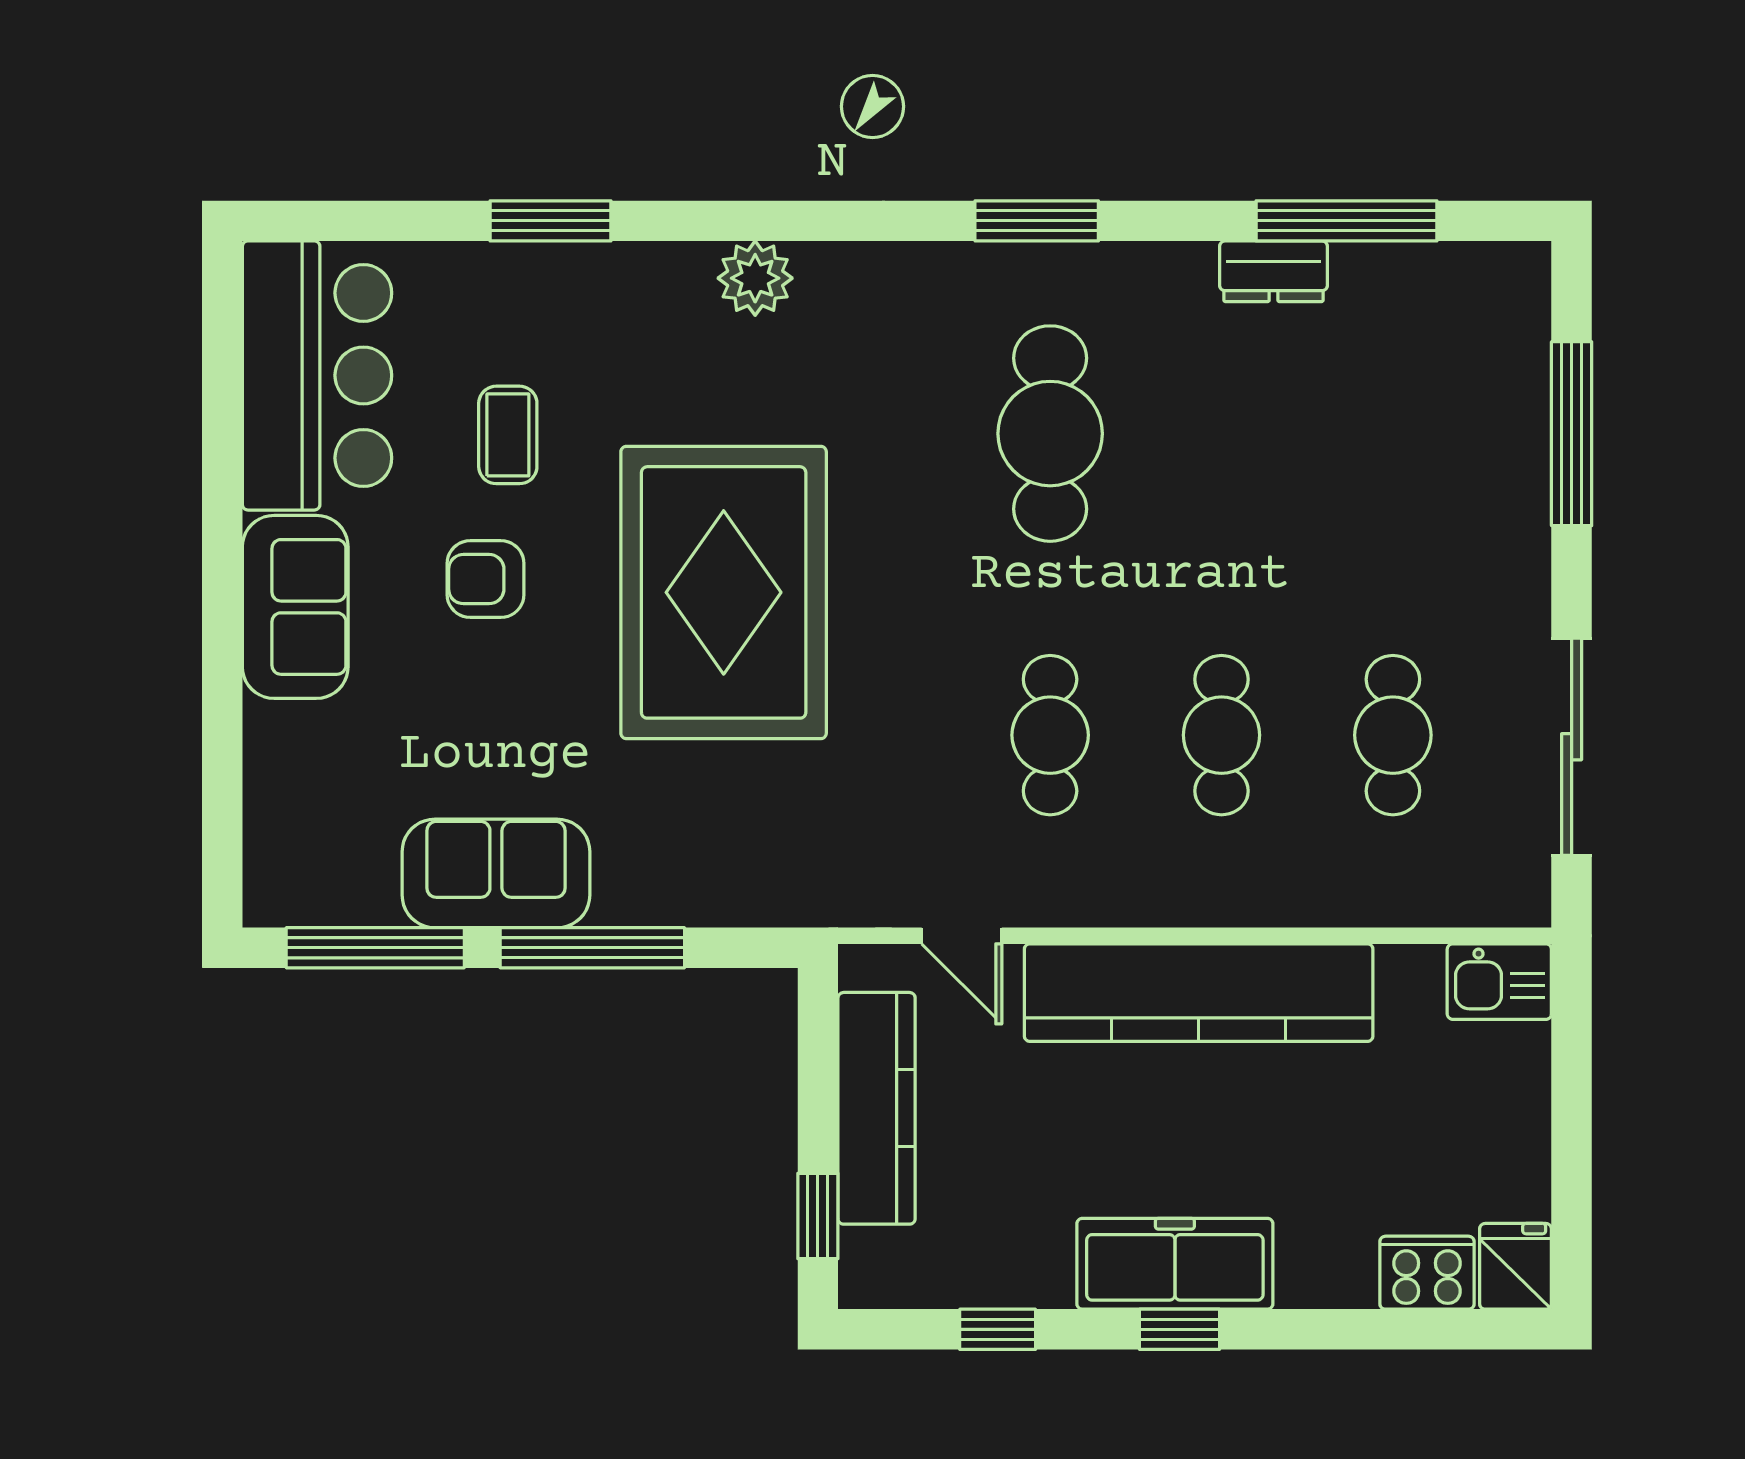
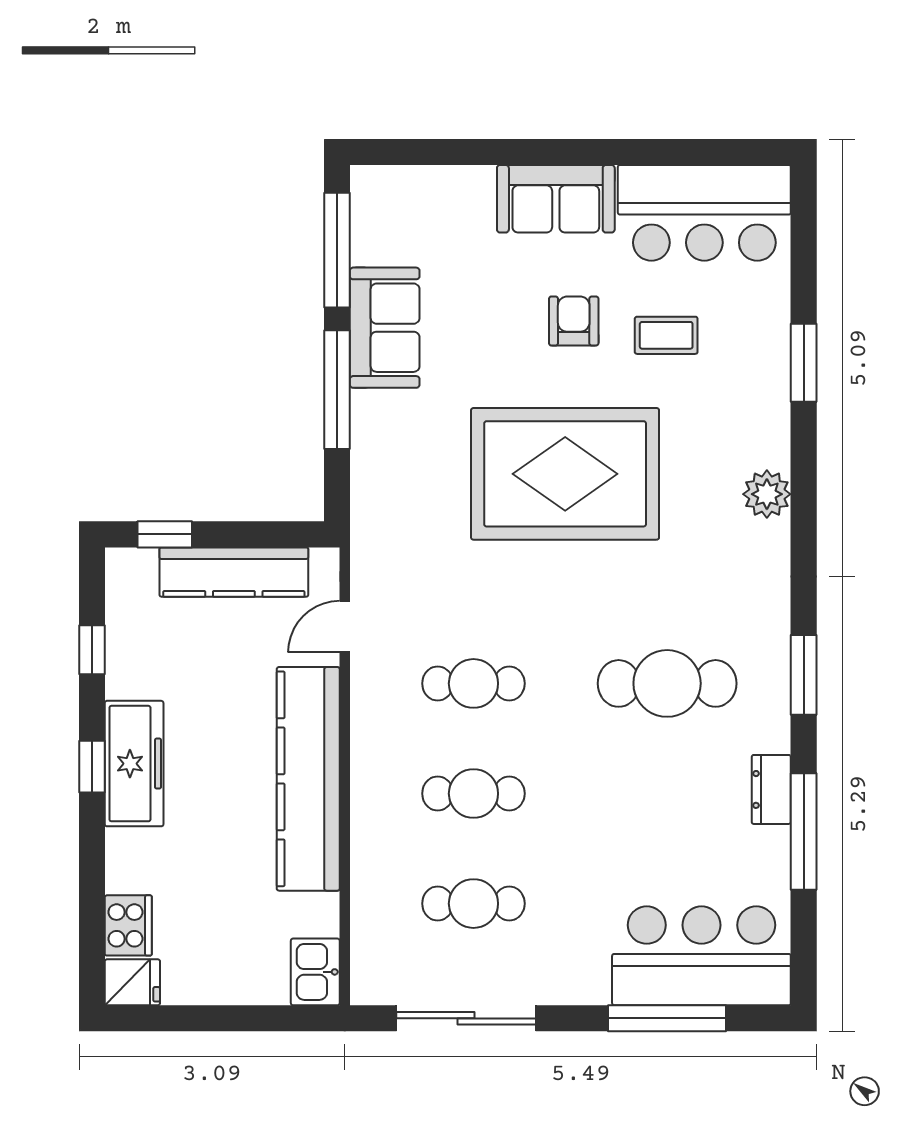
window: (1347, 221) -> (804, 831), moved
dresser: (1274, 271) -> (771, 789), moved
bar counter: (1474, 380) -> (701, 956), added

